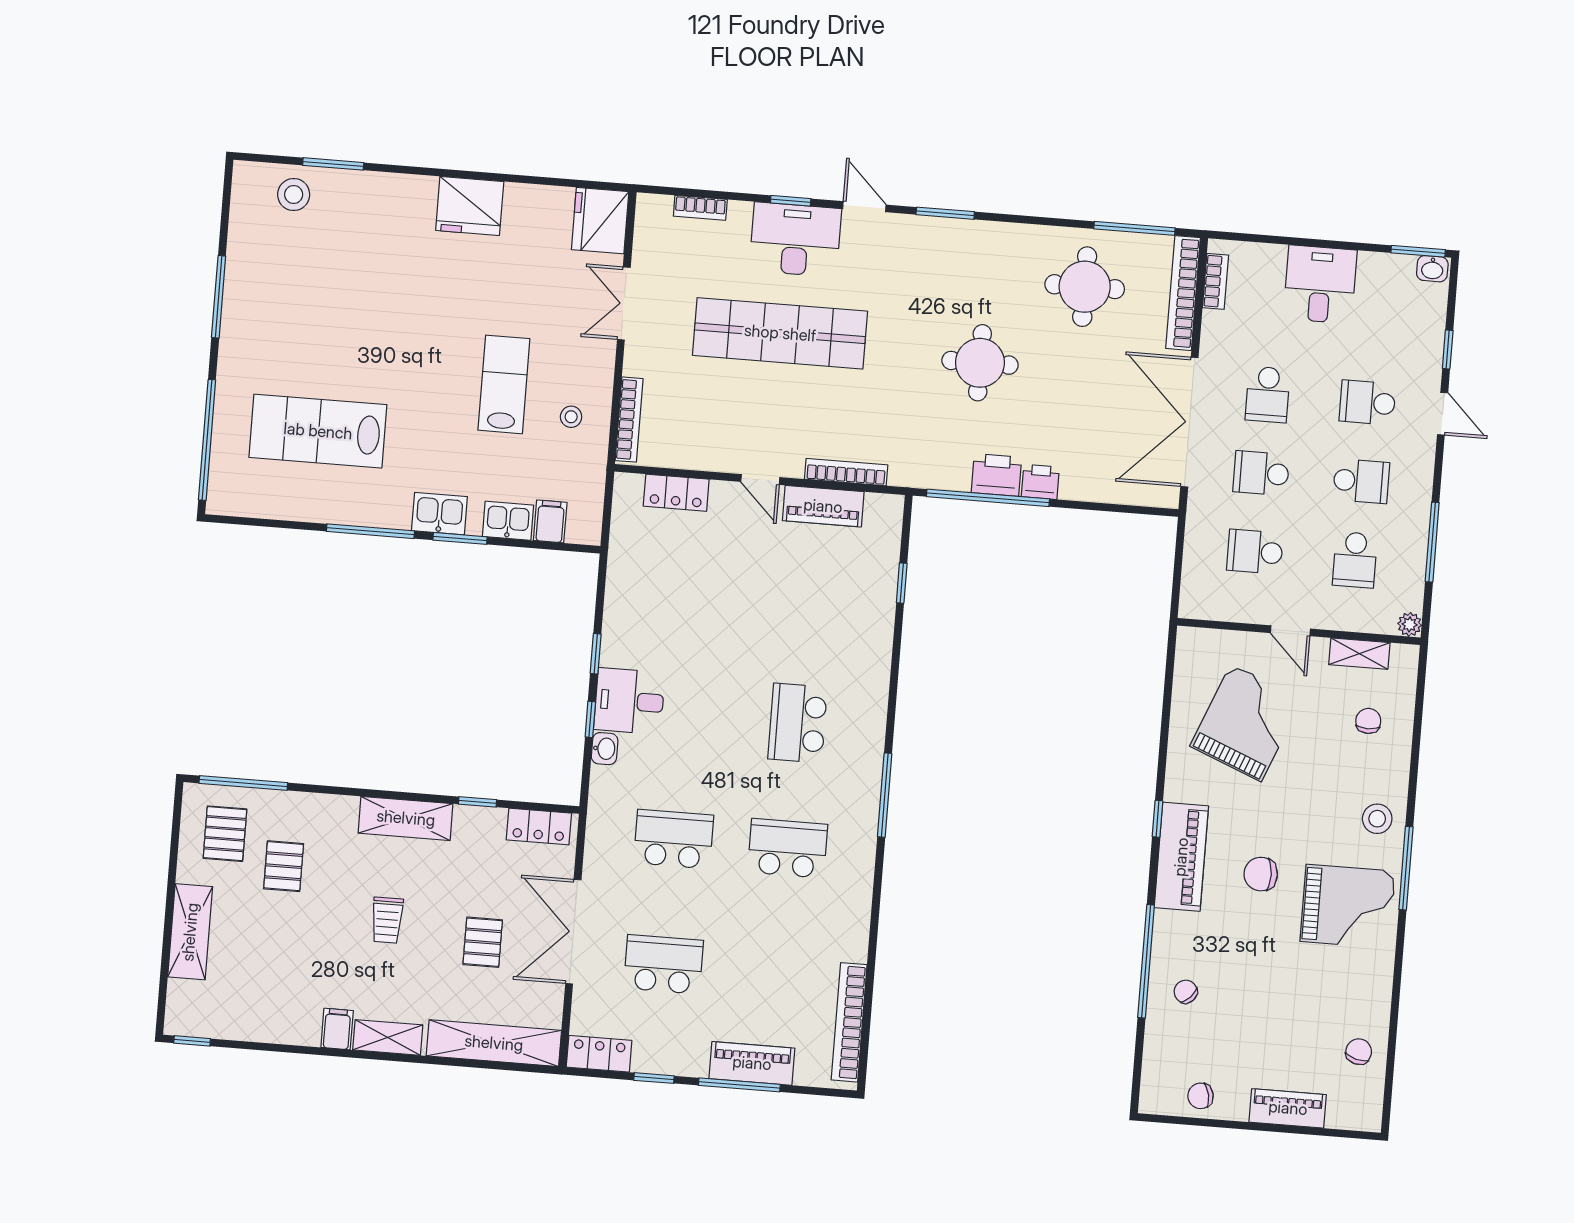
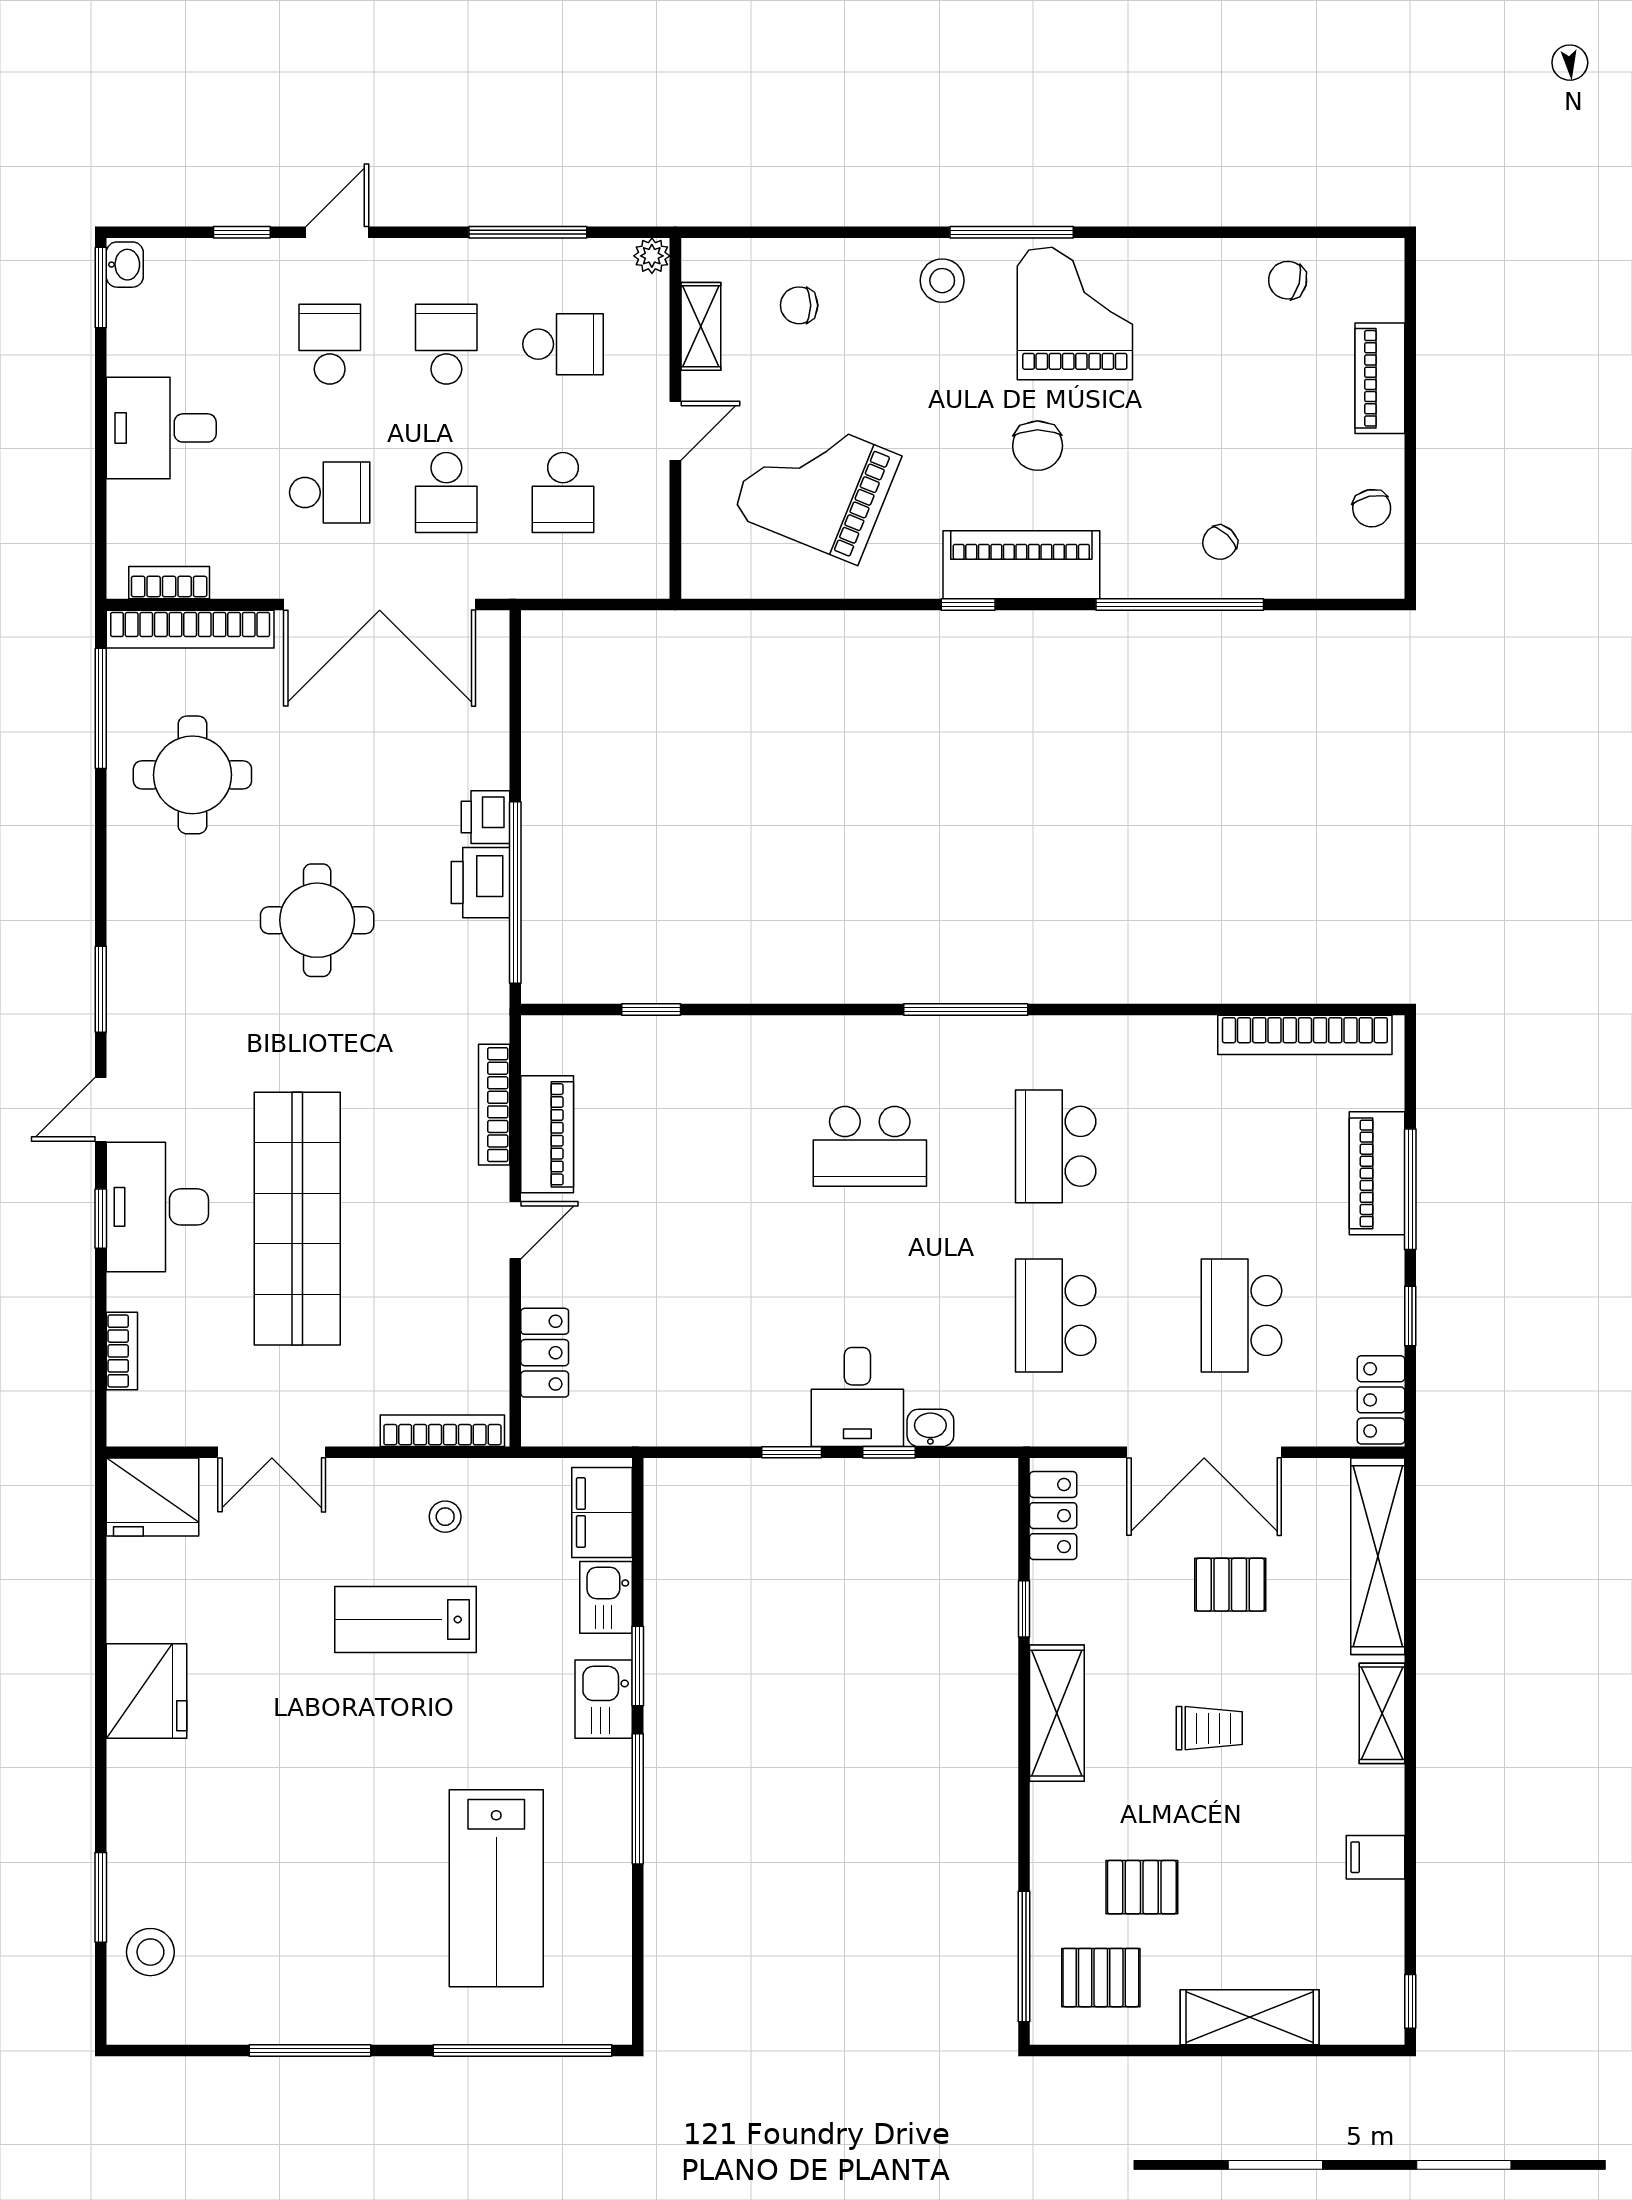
school desk: (1368, 403) -> (330, 344), turned 180
filing cabinet: (550, 521) -> (602, 1513), width x2.00
filing cabinet: (337, 1029) -> (1376, 1857), moved

